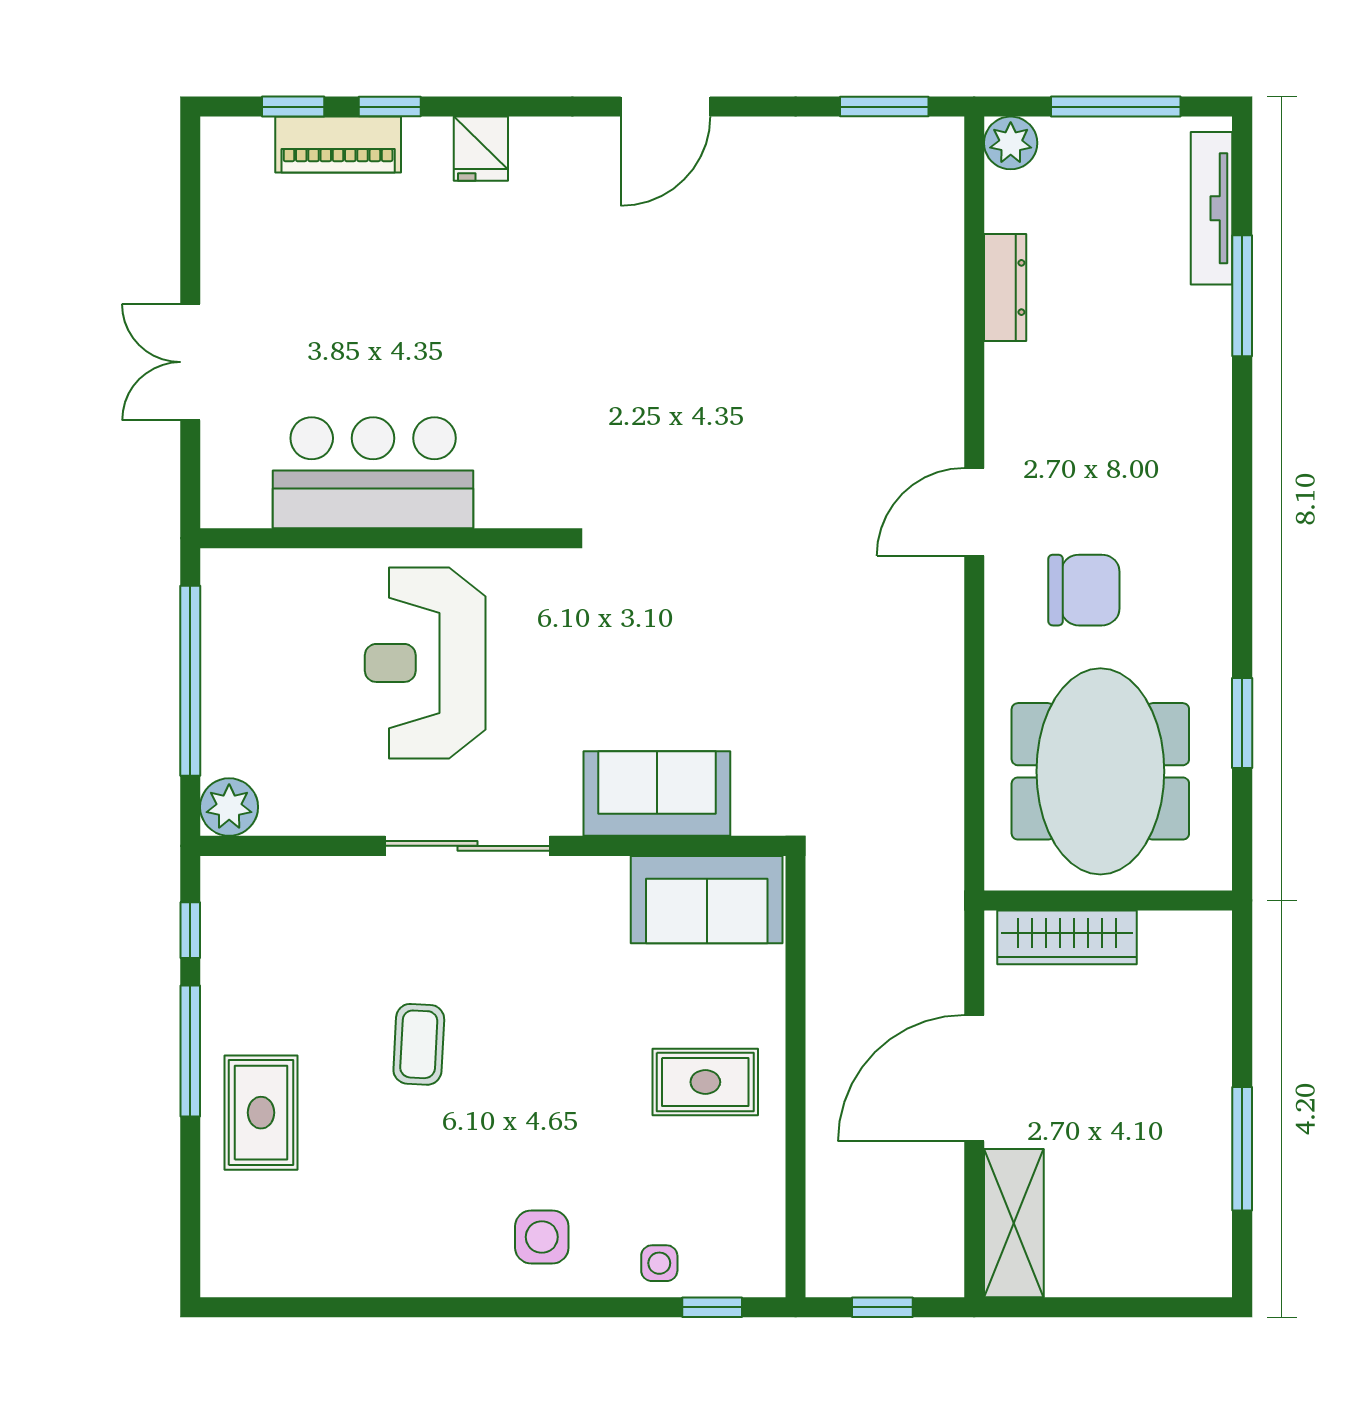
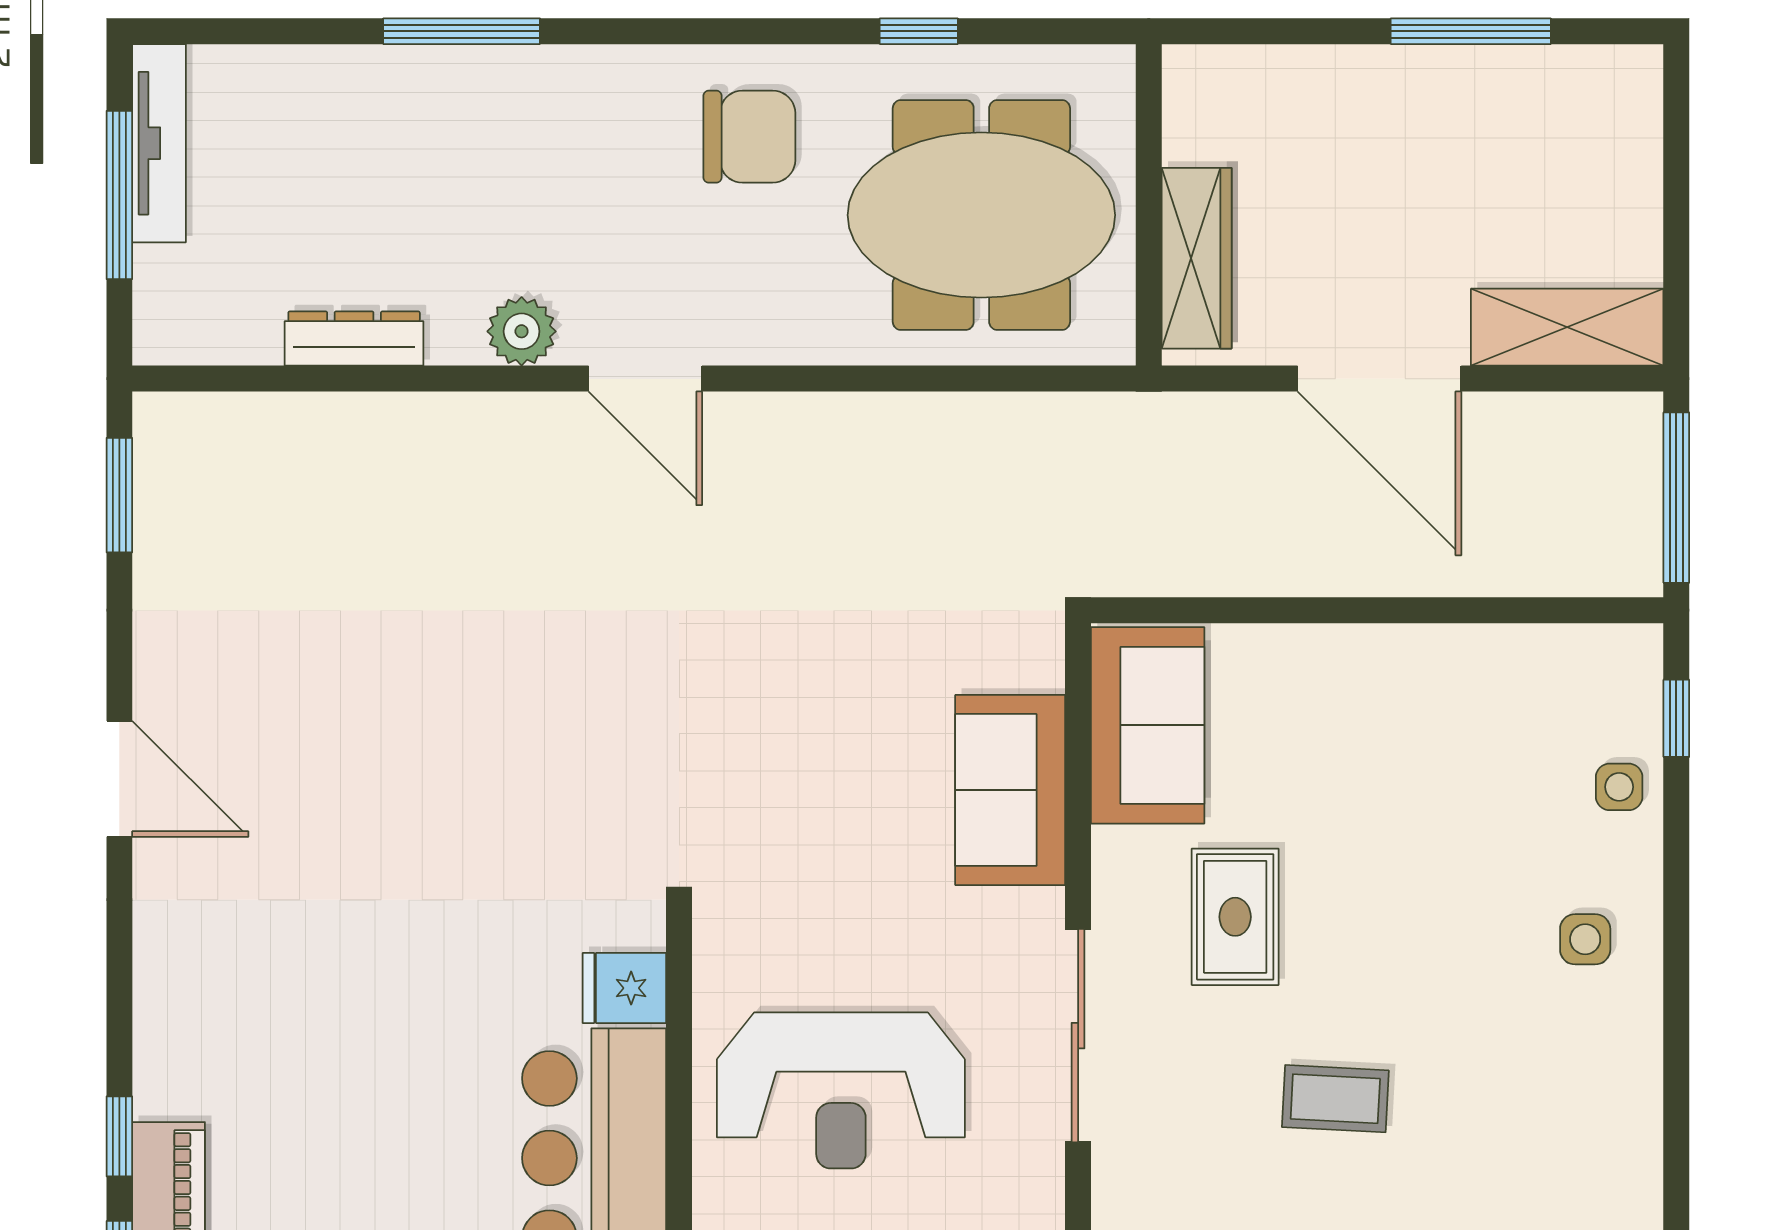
plant: (1011, 143) -> (522, 331), moved
fridge: (481, 149) -> (624, 988), moved, turned 180
tv unit: (1211, 208) -> (159, 143), moved, turned -90
window: (1242, 296) -> (462, 31), moved
chair: (1084, 590) -> (749, 137), moved, turned 90
window: (1242, 723) -> (919, 31), width x0.67
rug: (705, 1082) -> (1235, 917), moved
side table: (542, 1237) -> (1585, 939), width x0.73, depth x0.73
window: (882, 1307) -> (1676, 498), width x2.17

